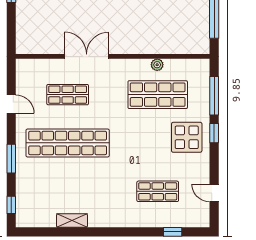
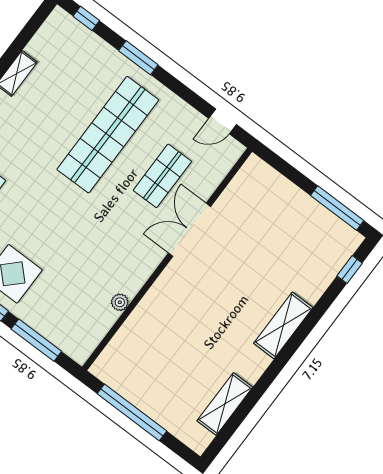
double door: (87, 56) -> (189, 230), swing flipped
shop shelf: (158, 95) -> (86, 277), removed
door: (11, 104) -> (222, 121), moved

